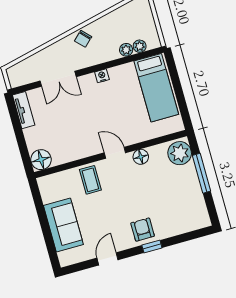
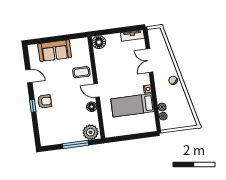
bed: (156, 88) -> (132, 105), moved
door: (115, 153) -> (97, 90), swing flipped

